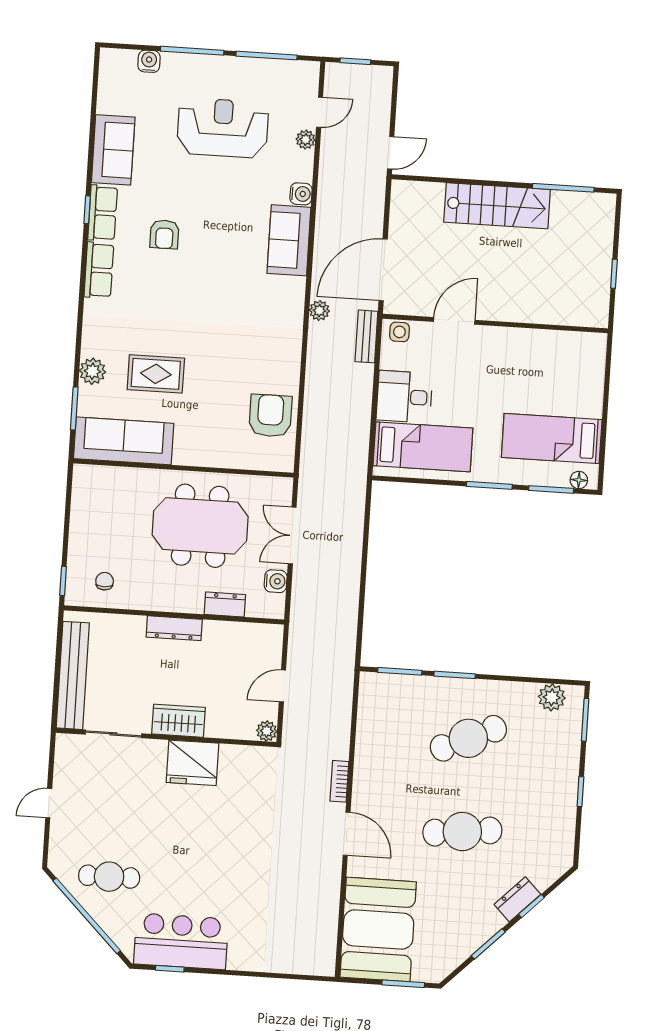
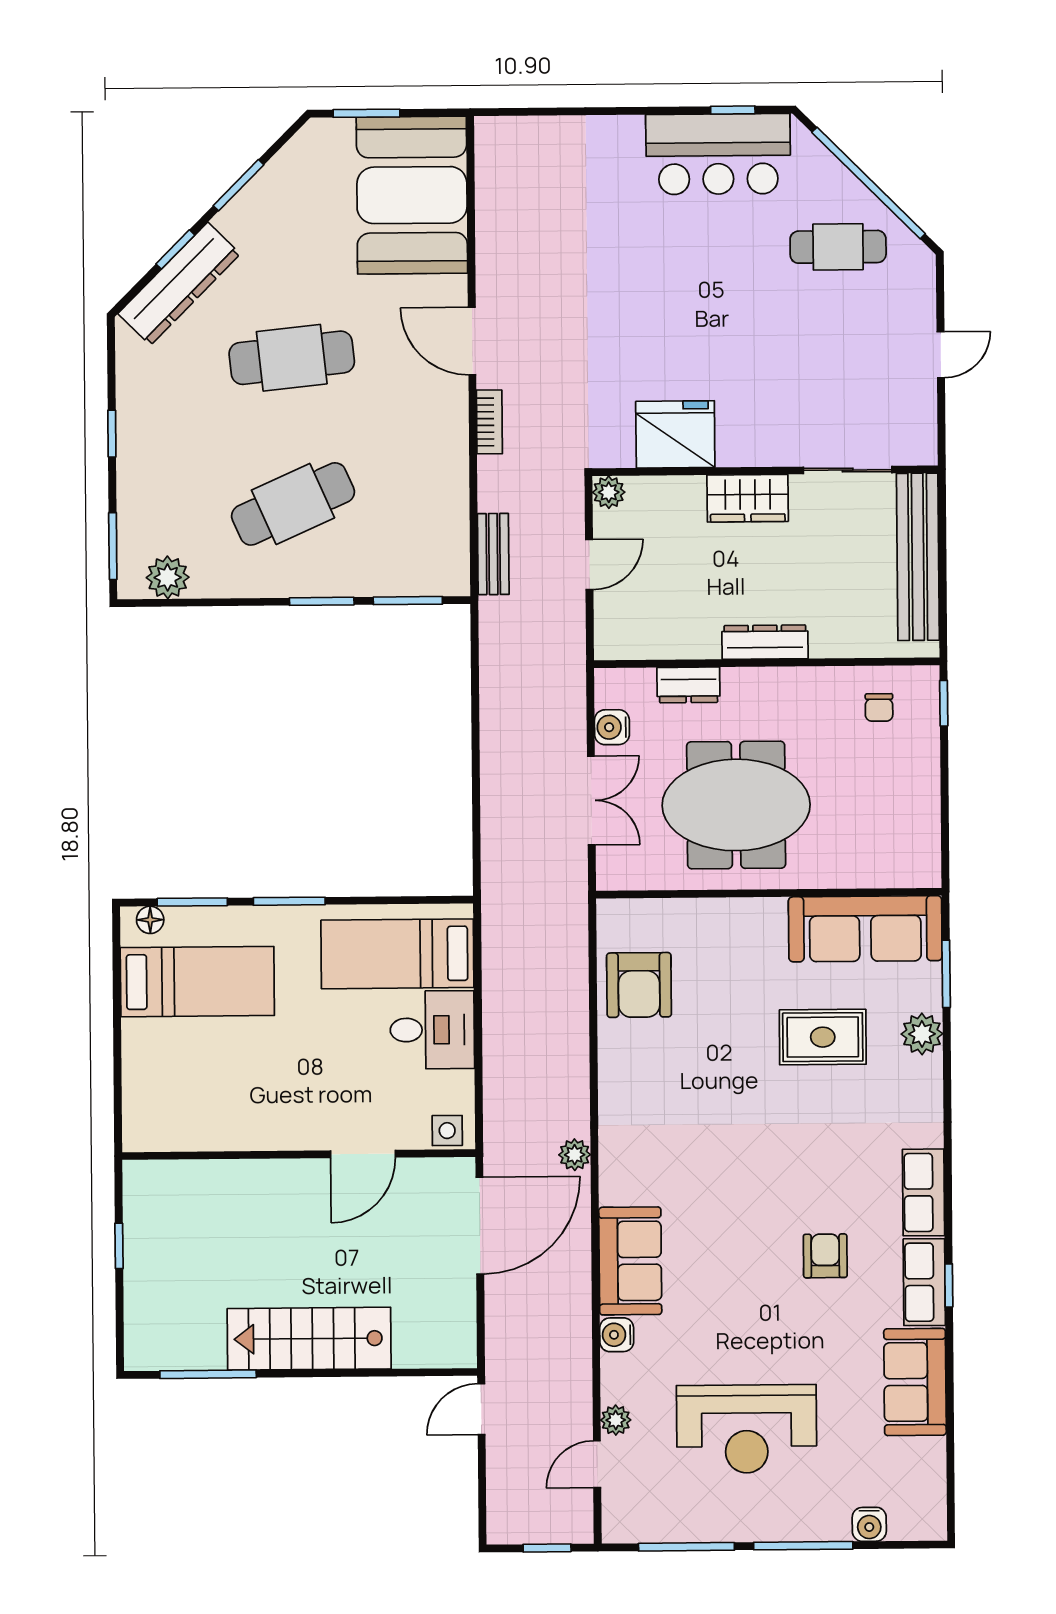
bench: (366, 336) -> (493, 554), moved
fridge: (192, 763) -> (675, 434), moved
dresser: (517, 899) -> (179, 284), width x1.96, depth x1.24

